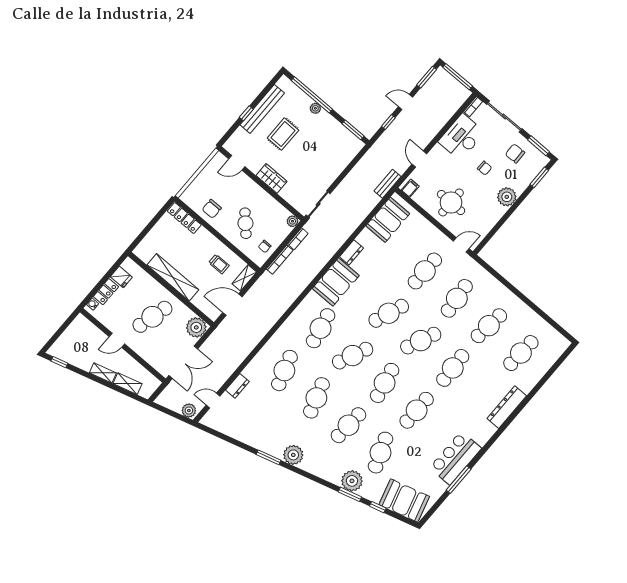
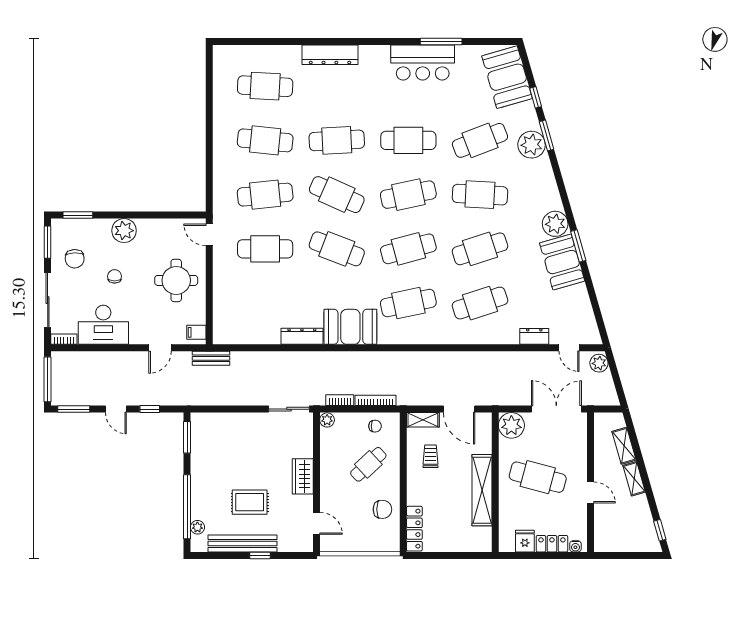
plant: (315, 108) -> (197, 527), moved
booth: (388, 220) -> (562, 262), moved, turned 74
dresser: (351, 252) -> (302, 336), width x1.44
cafe table: (353, 356) -> (408, 249), turned -39

